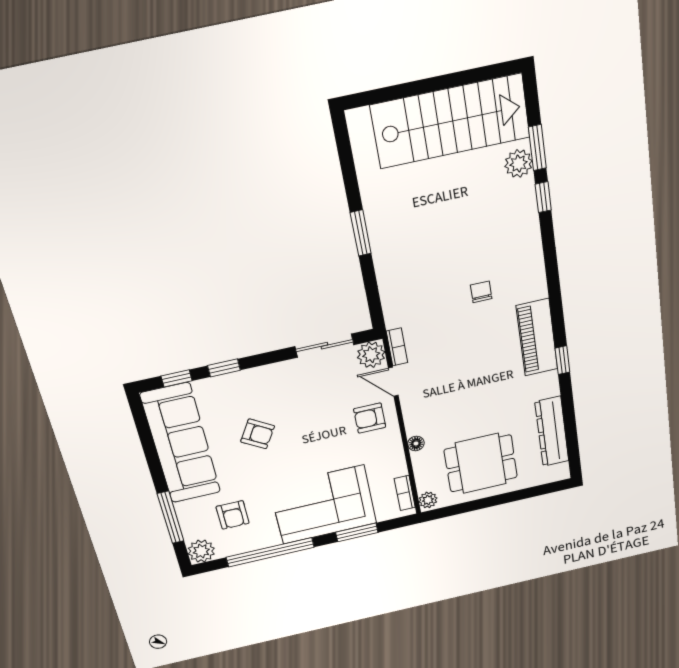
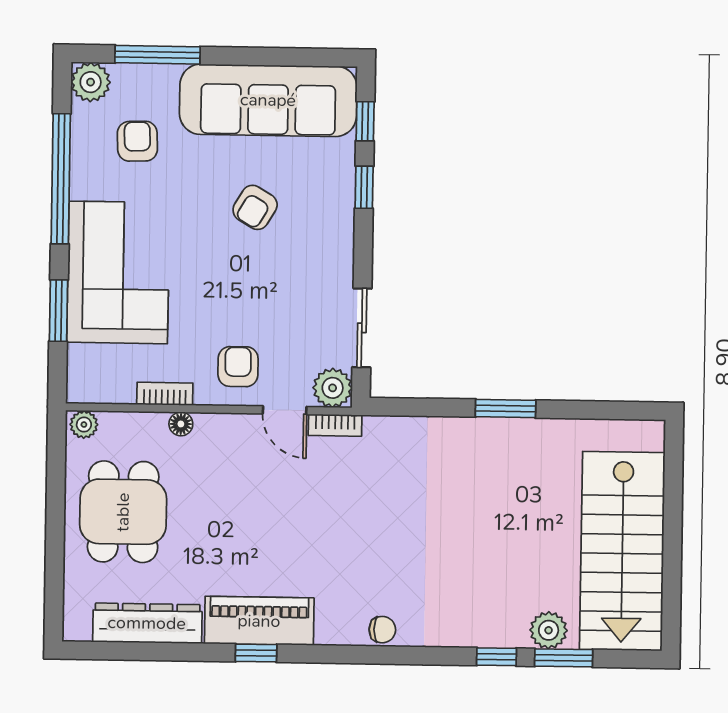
chair: (481, 292) -> (382, 630), moved
piano: (537, 337) -> (259, 621), moved
door: (393, 382) -> (285, 410), swing flipped
bookcase: (405, 493) -> (165, 394), moved
armchair: (233, 515) -> (137, 141), turned 88

